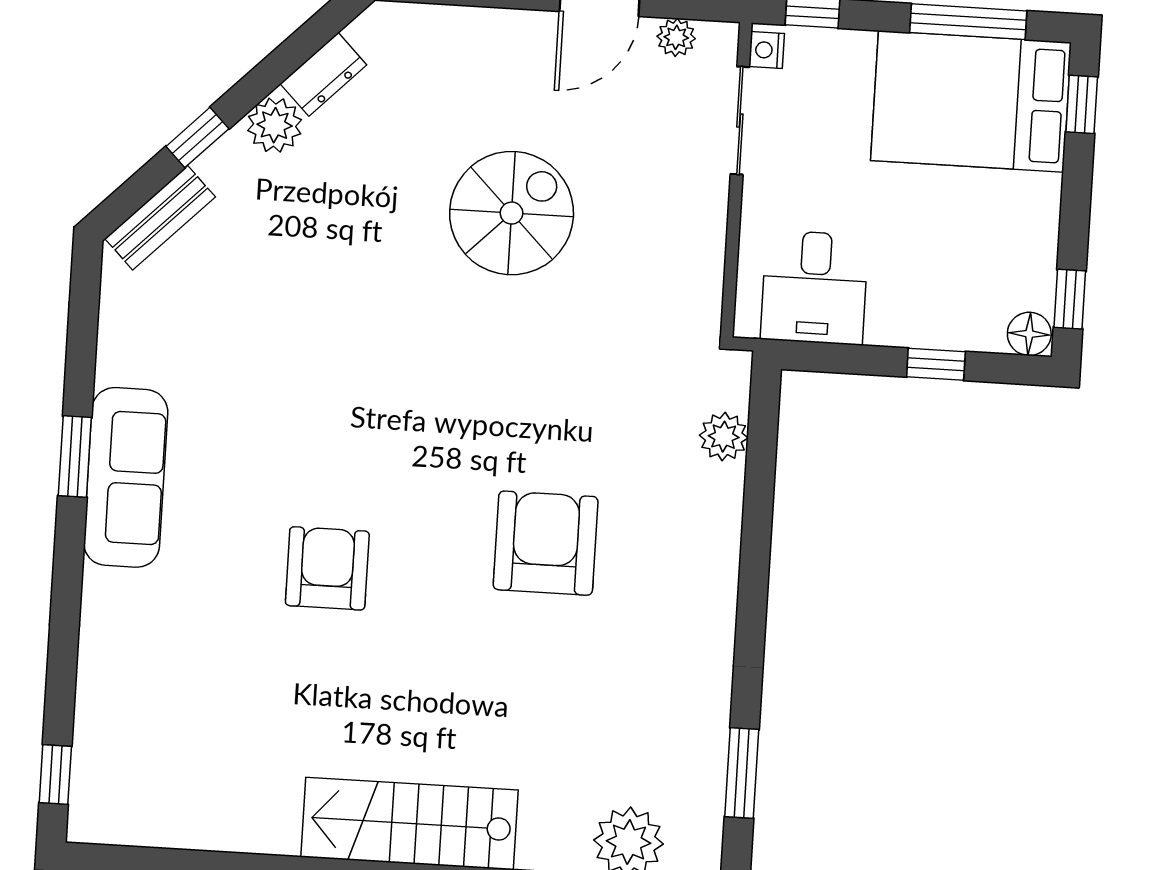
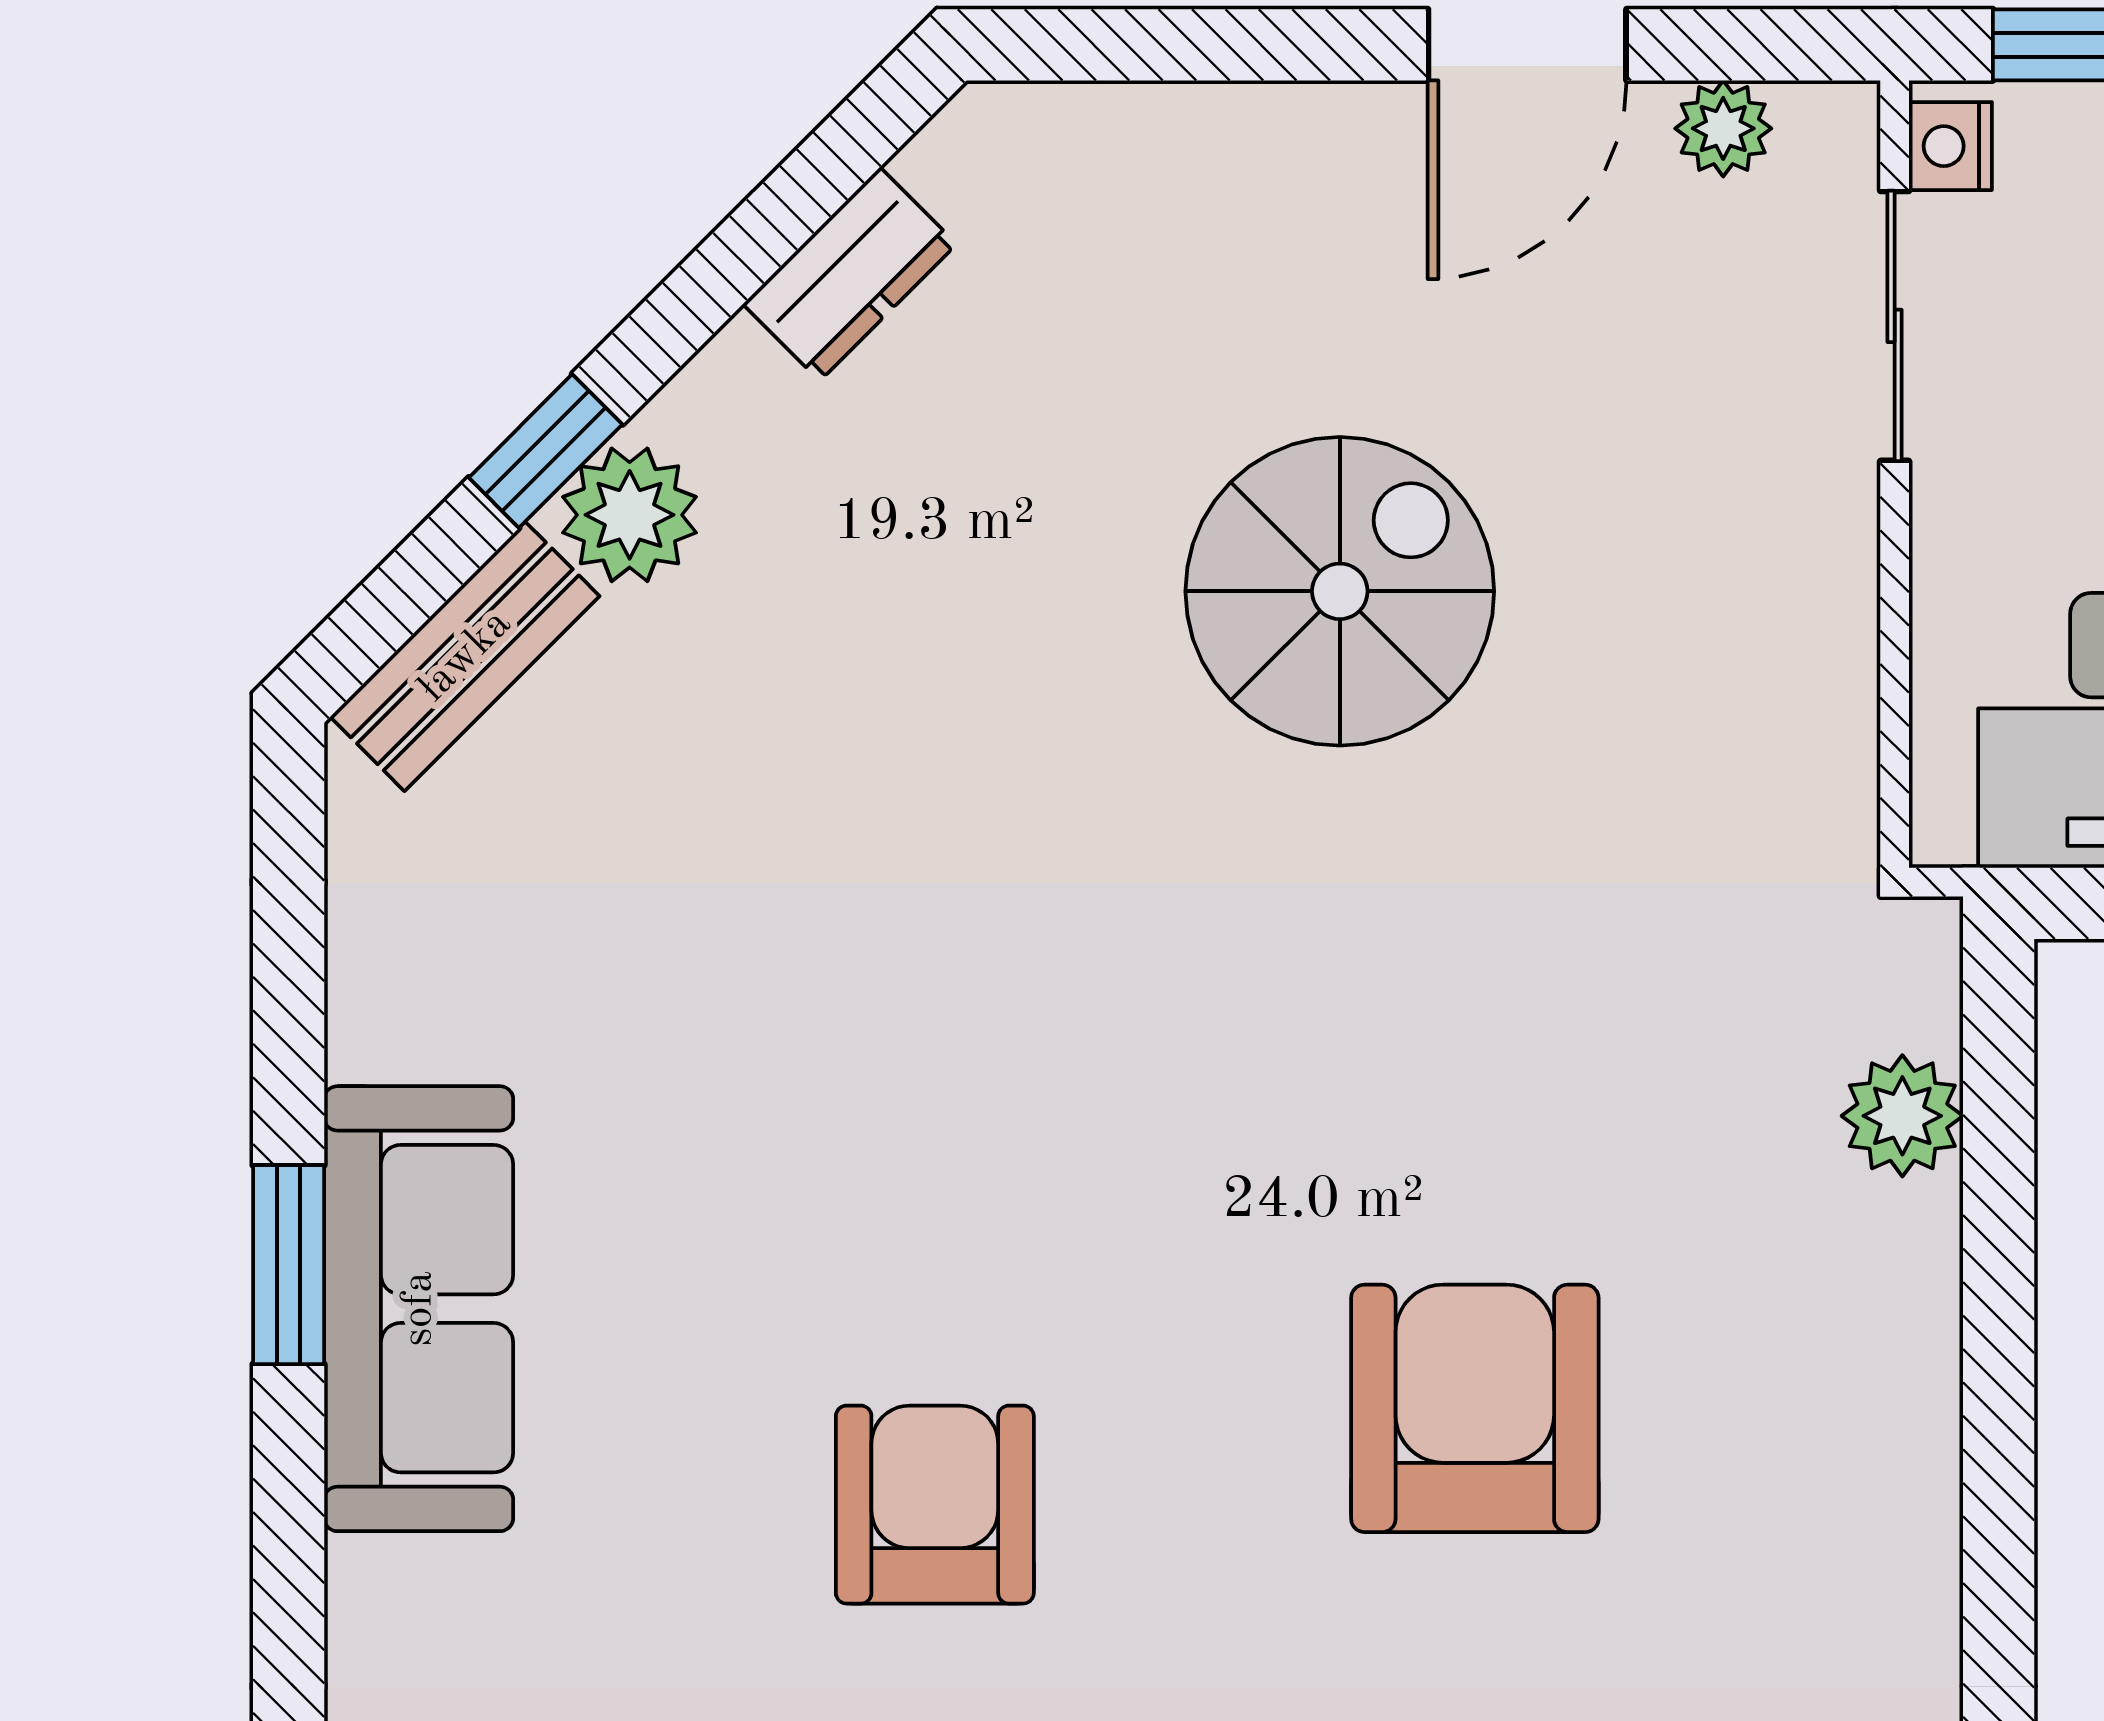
plant: (275, 125) -> (630, 515), moved

